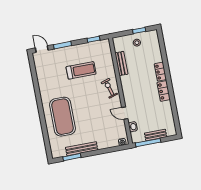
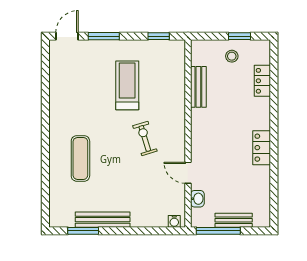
door: (42, 49) -> (67, 36), hinge flipped
treadmill: (81, 70) -> (127, 85), turned -90
locker: (160, 72) -> (262, 81), moved
exercise bike: (109, 88) -> (145, 138), moved
exercise mat: (63, 117) -> (80, 158), width x0.50, depth x0.69

